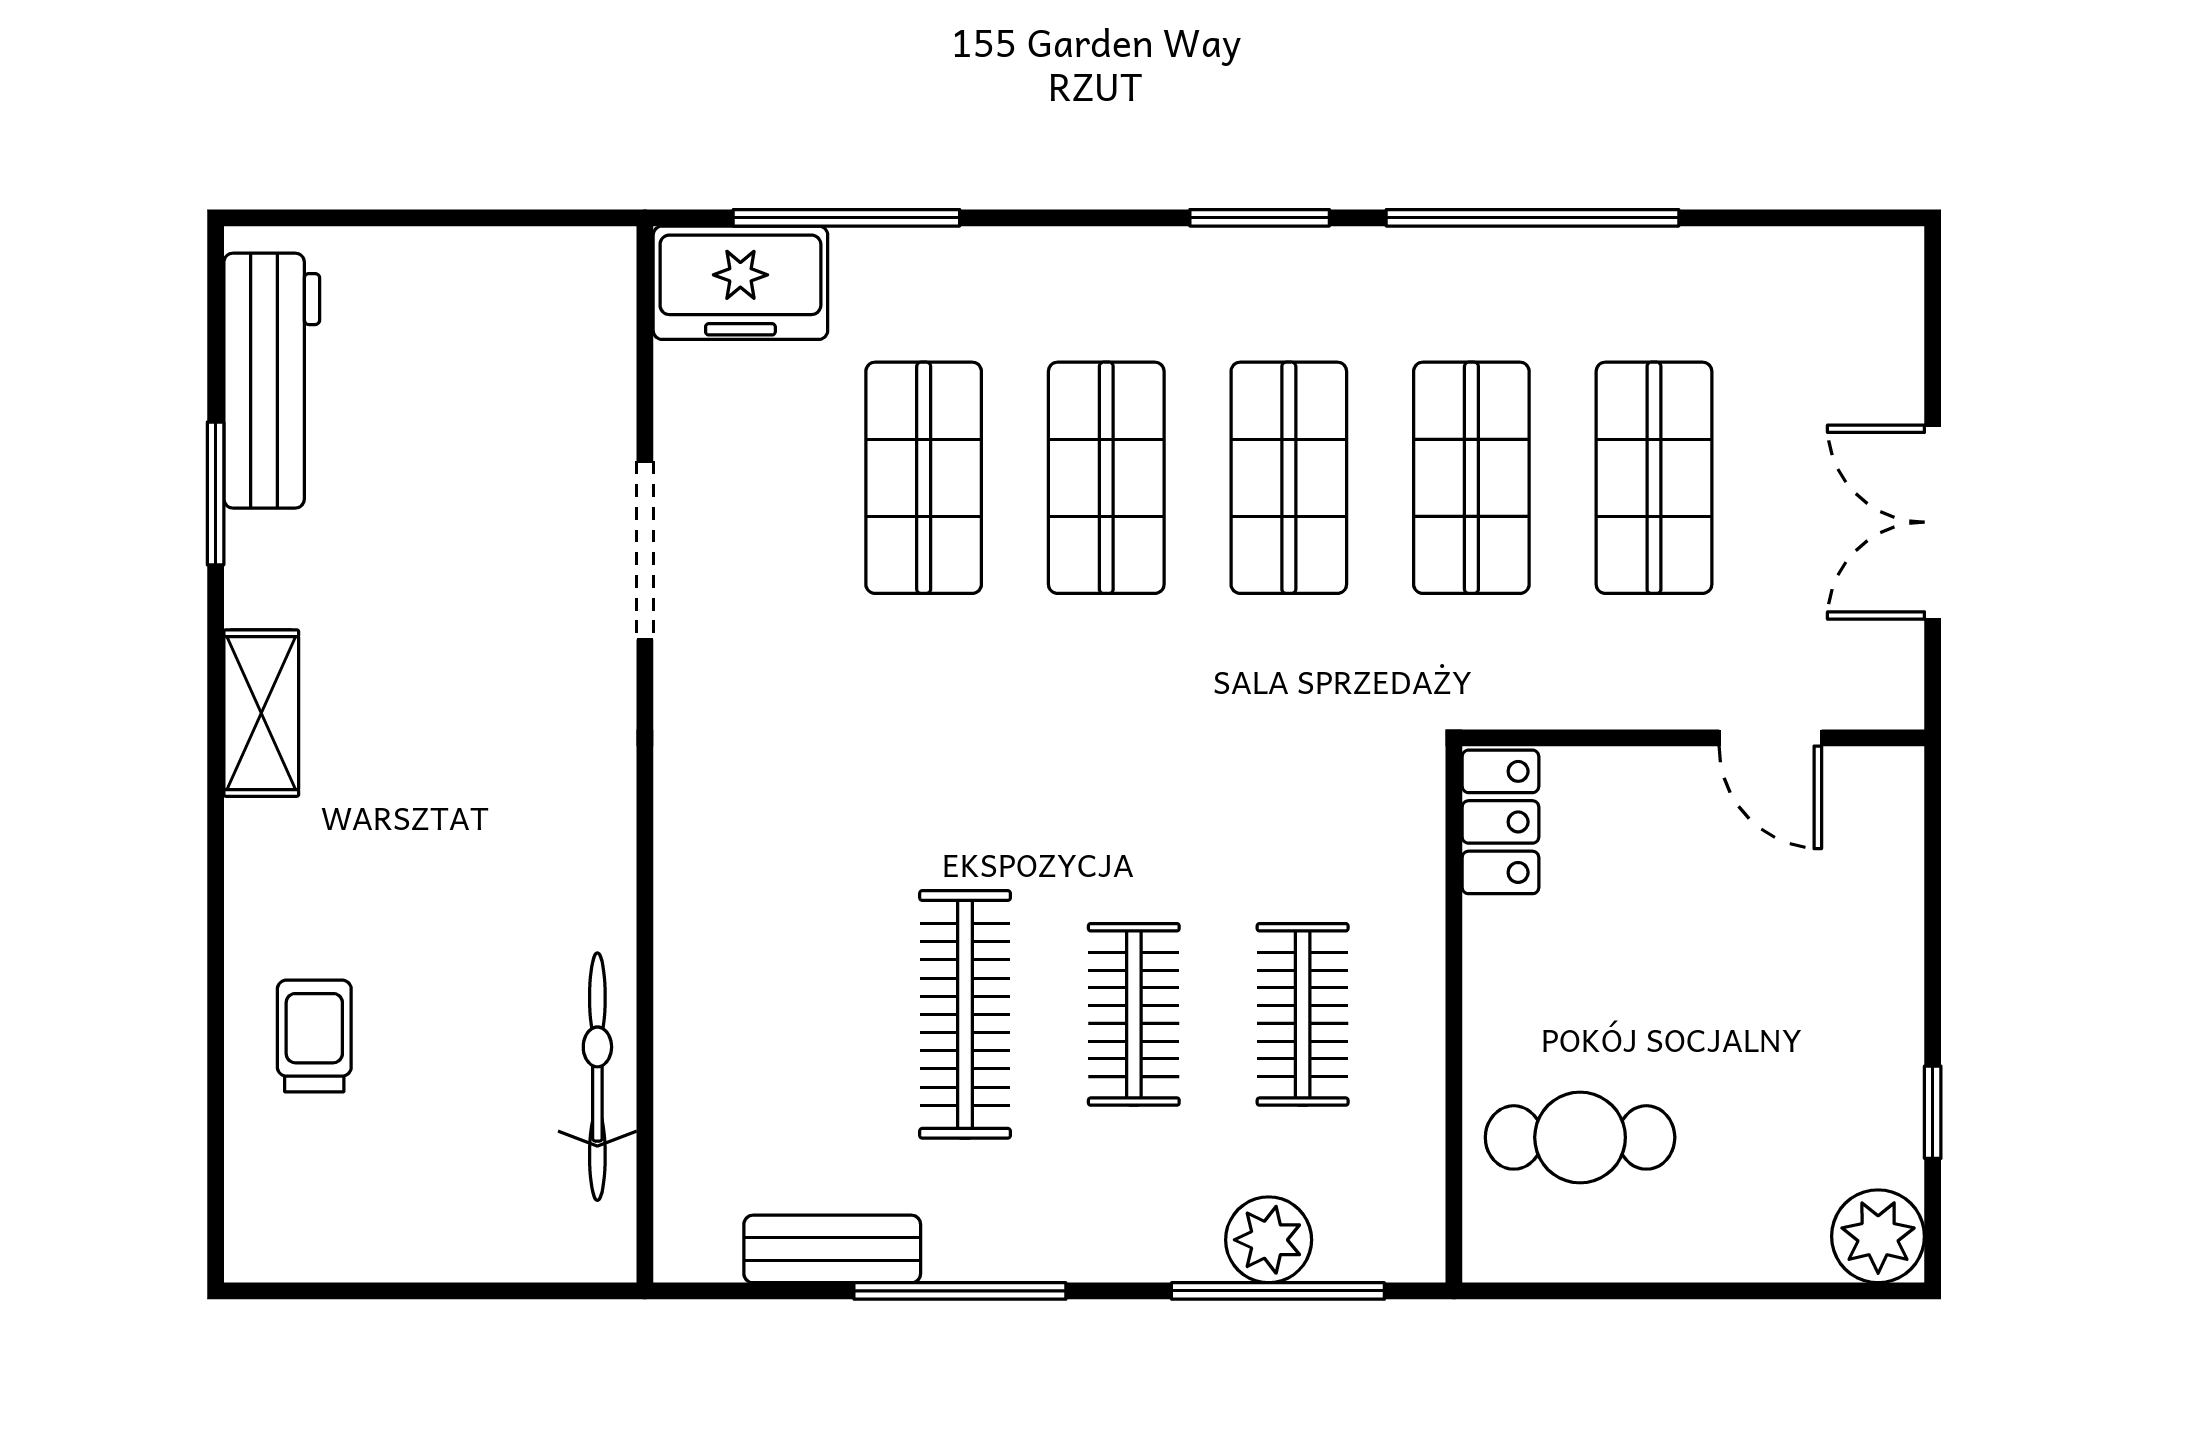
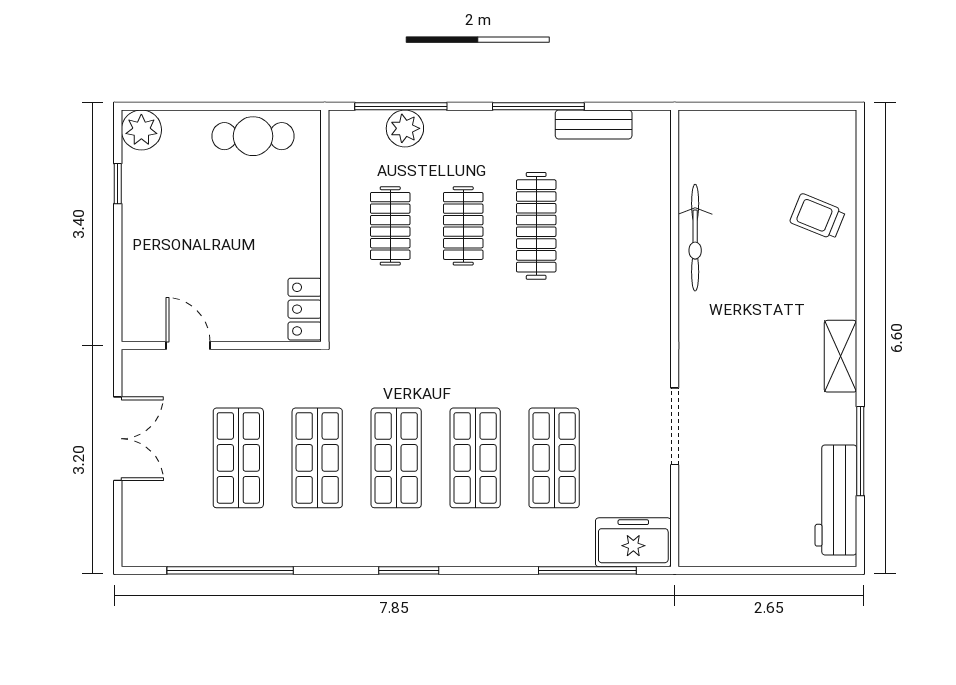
window: (1533, 218) -> (230, 570), moved
window: (216, 494) -> (860, 451), width x1.44
trolley: (314, 1036) -> (818, 217), turned 112
bicycle: (597, 1077) -> (695, 238), moved
cafe table: (1580, 1137) -> (253, 136), moved

